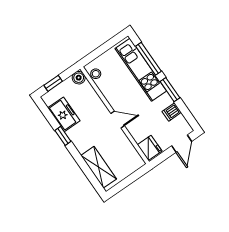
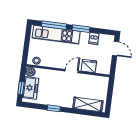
freezer: (64, 114) -> (31, 88), moved, turned 90
fridge: (150, 148) -> (89, 66), moved

